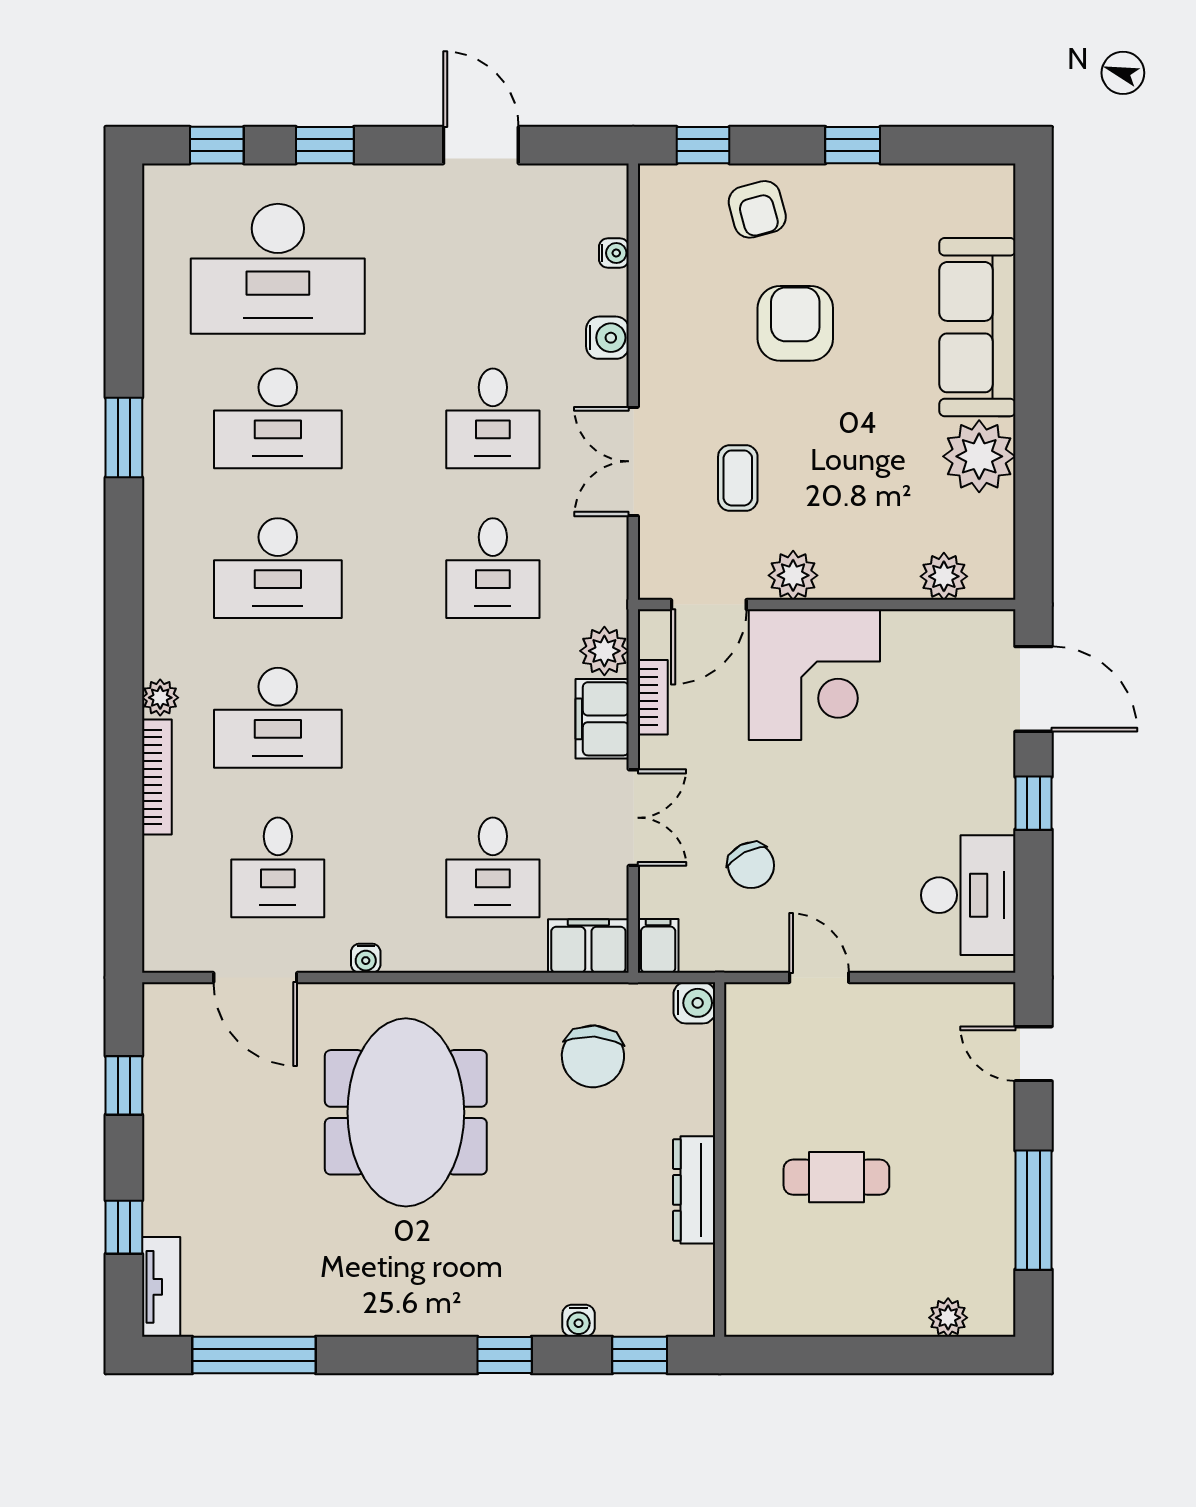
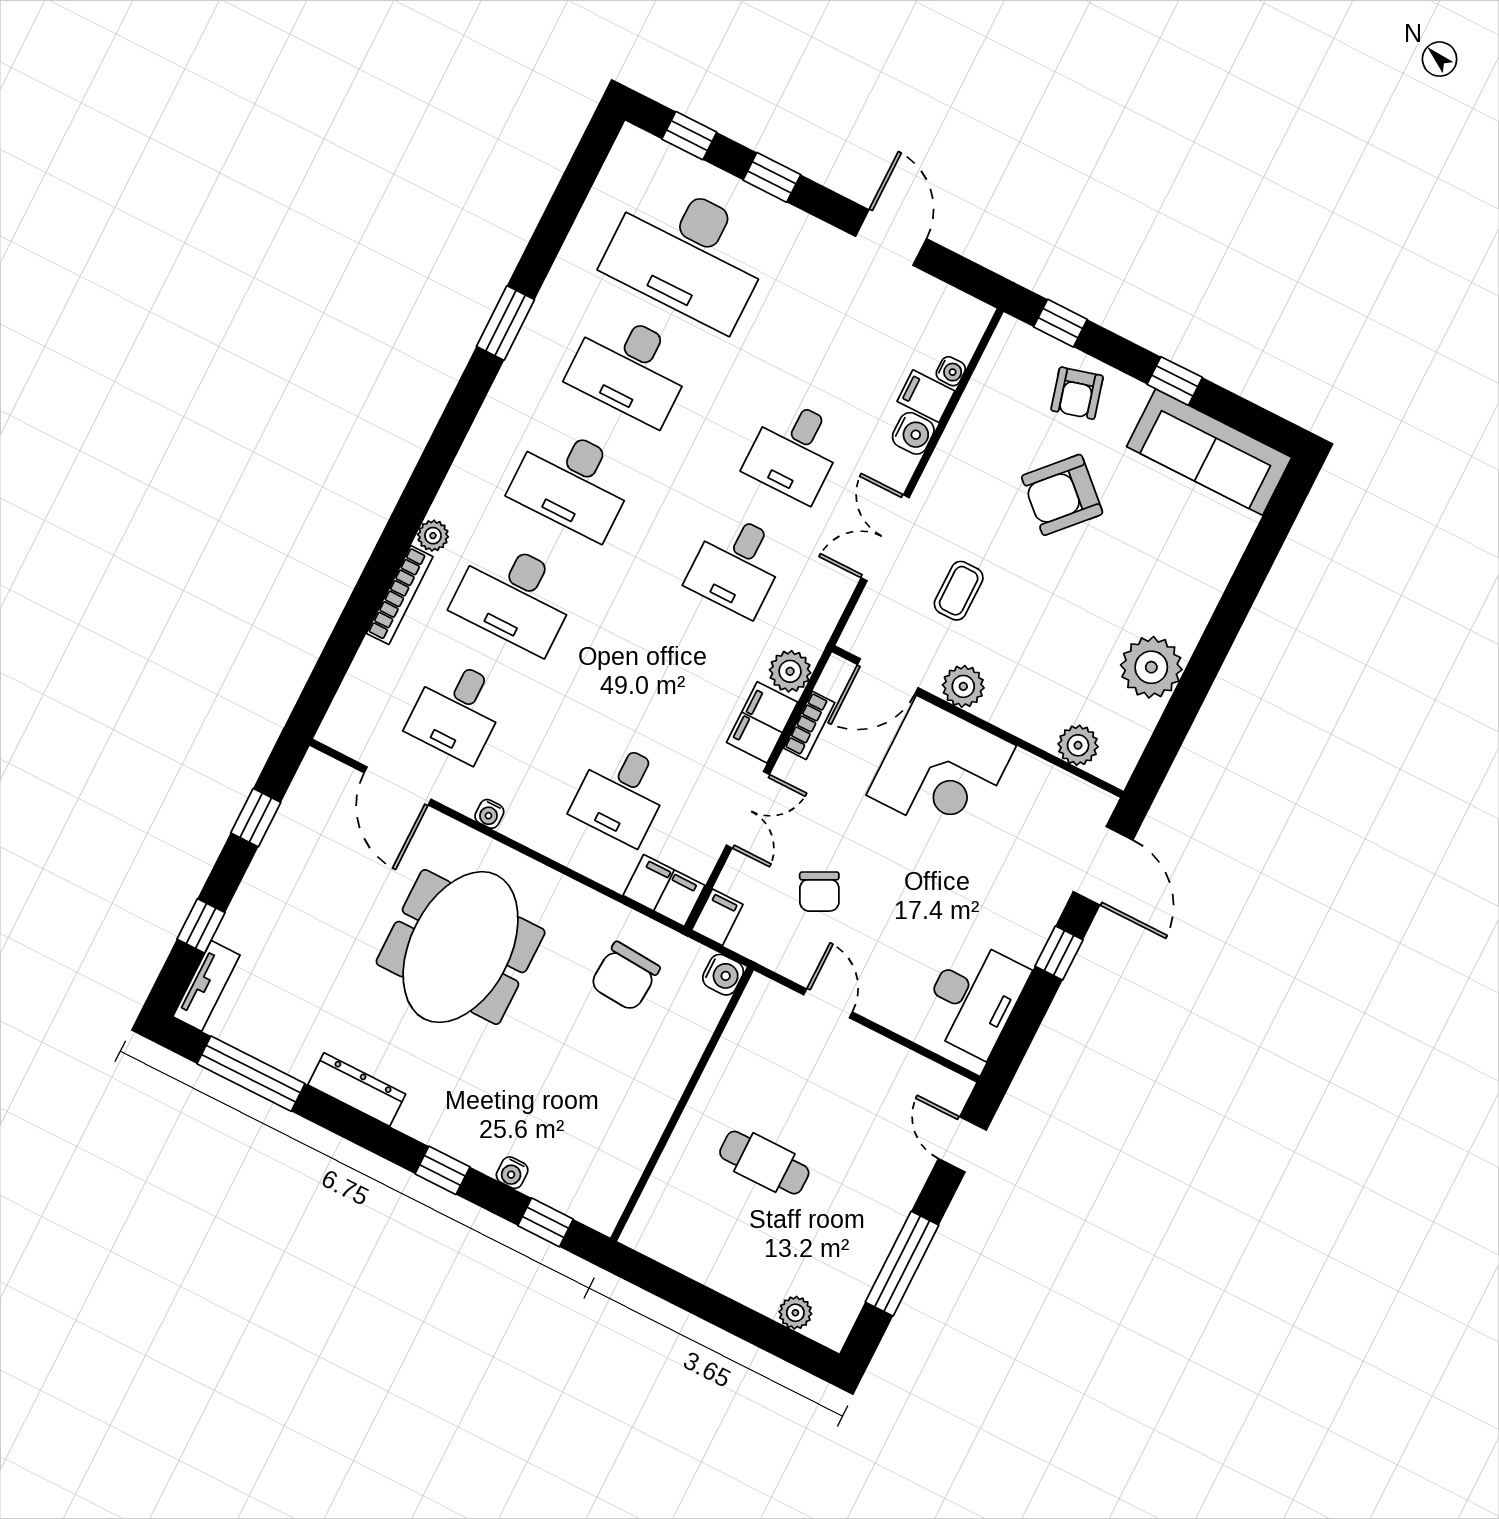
filing cabinet: (601, 292) -> (926, 396), added
armchair: (795, 323) -> (1062, 495), turned -137
sofa: (977, 327) -> (1209, 452), moved, turned -90
dresser: (694, 1190) -> (357, 1089), moved, turned 90

